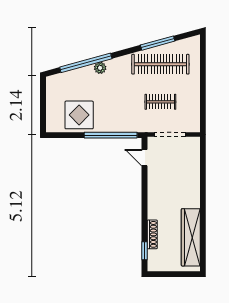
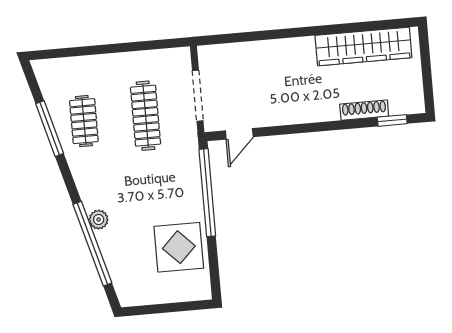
clothes rail: (160, 64) -> (84, 121), width x0.54, depth x0.76
clothes rail: (160, 102) -> (146, 116), width x1.36

